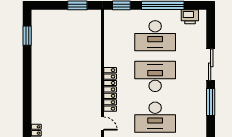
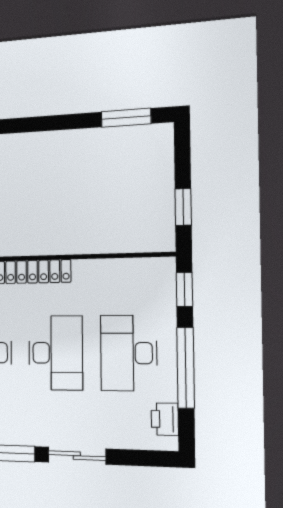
window: (27, 36) -> (126, 118), width x1.44

